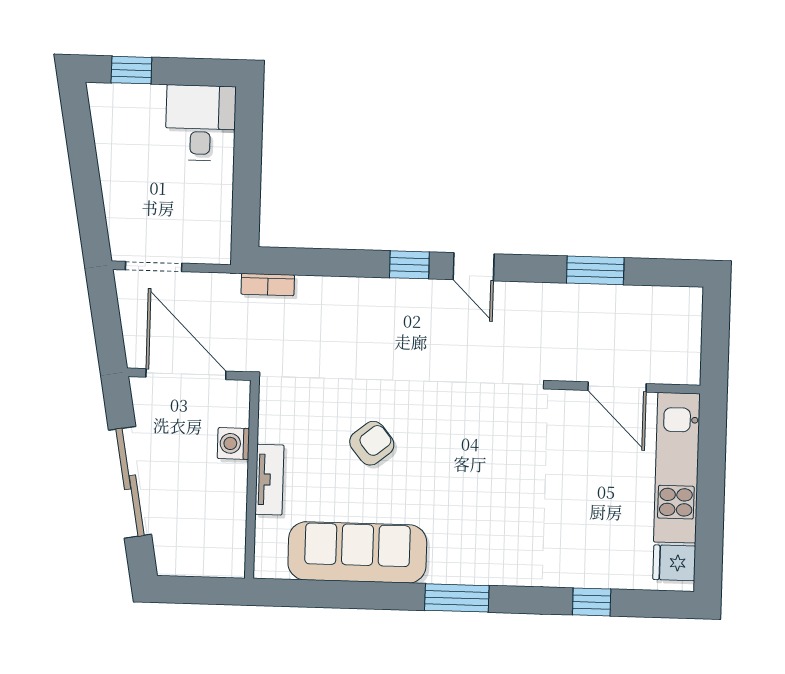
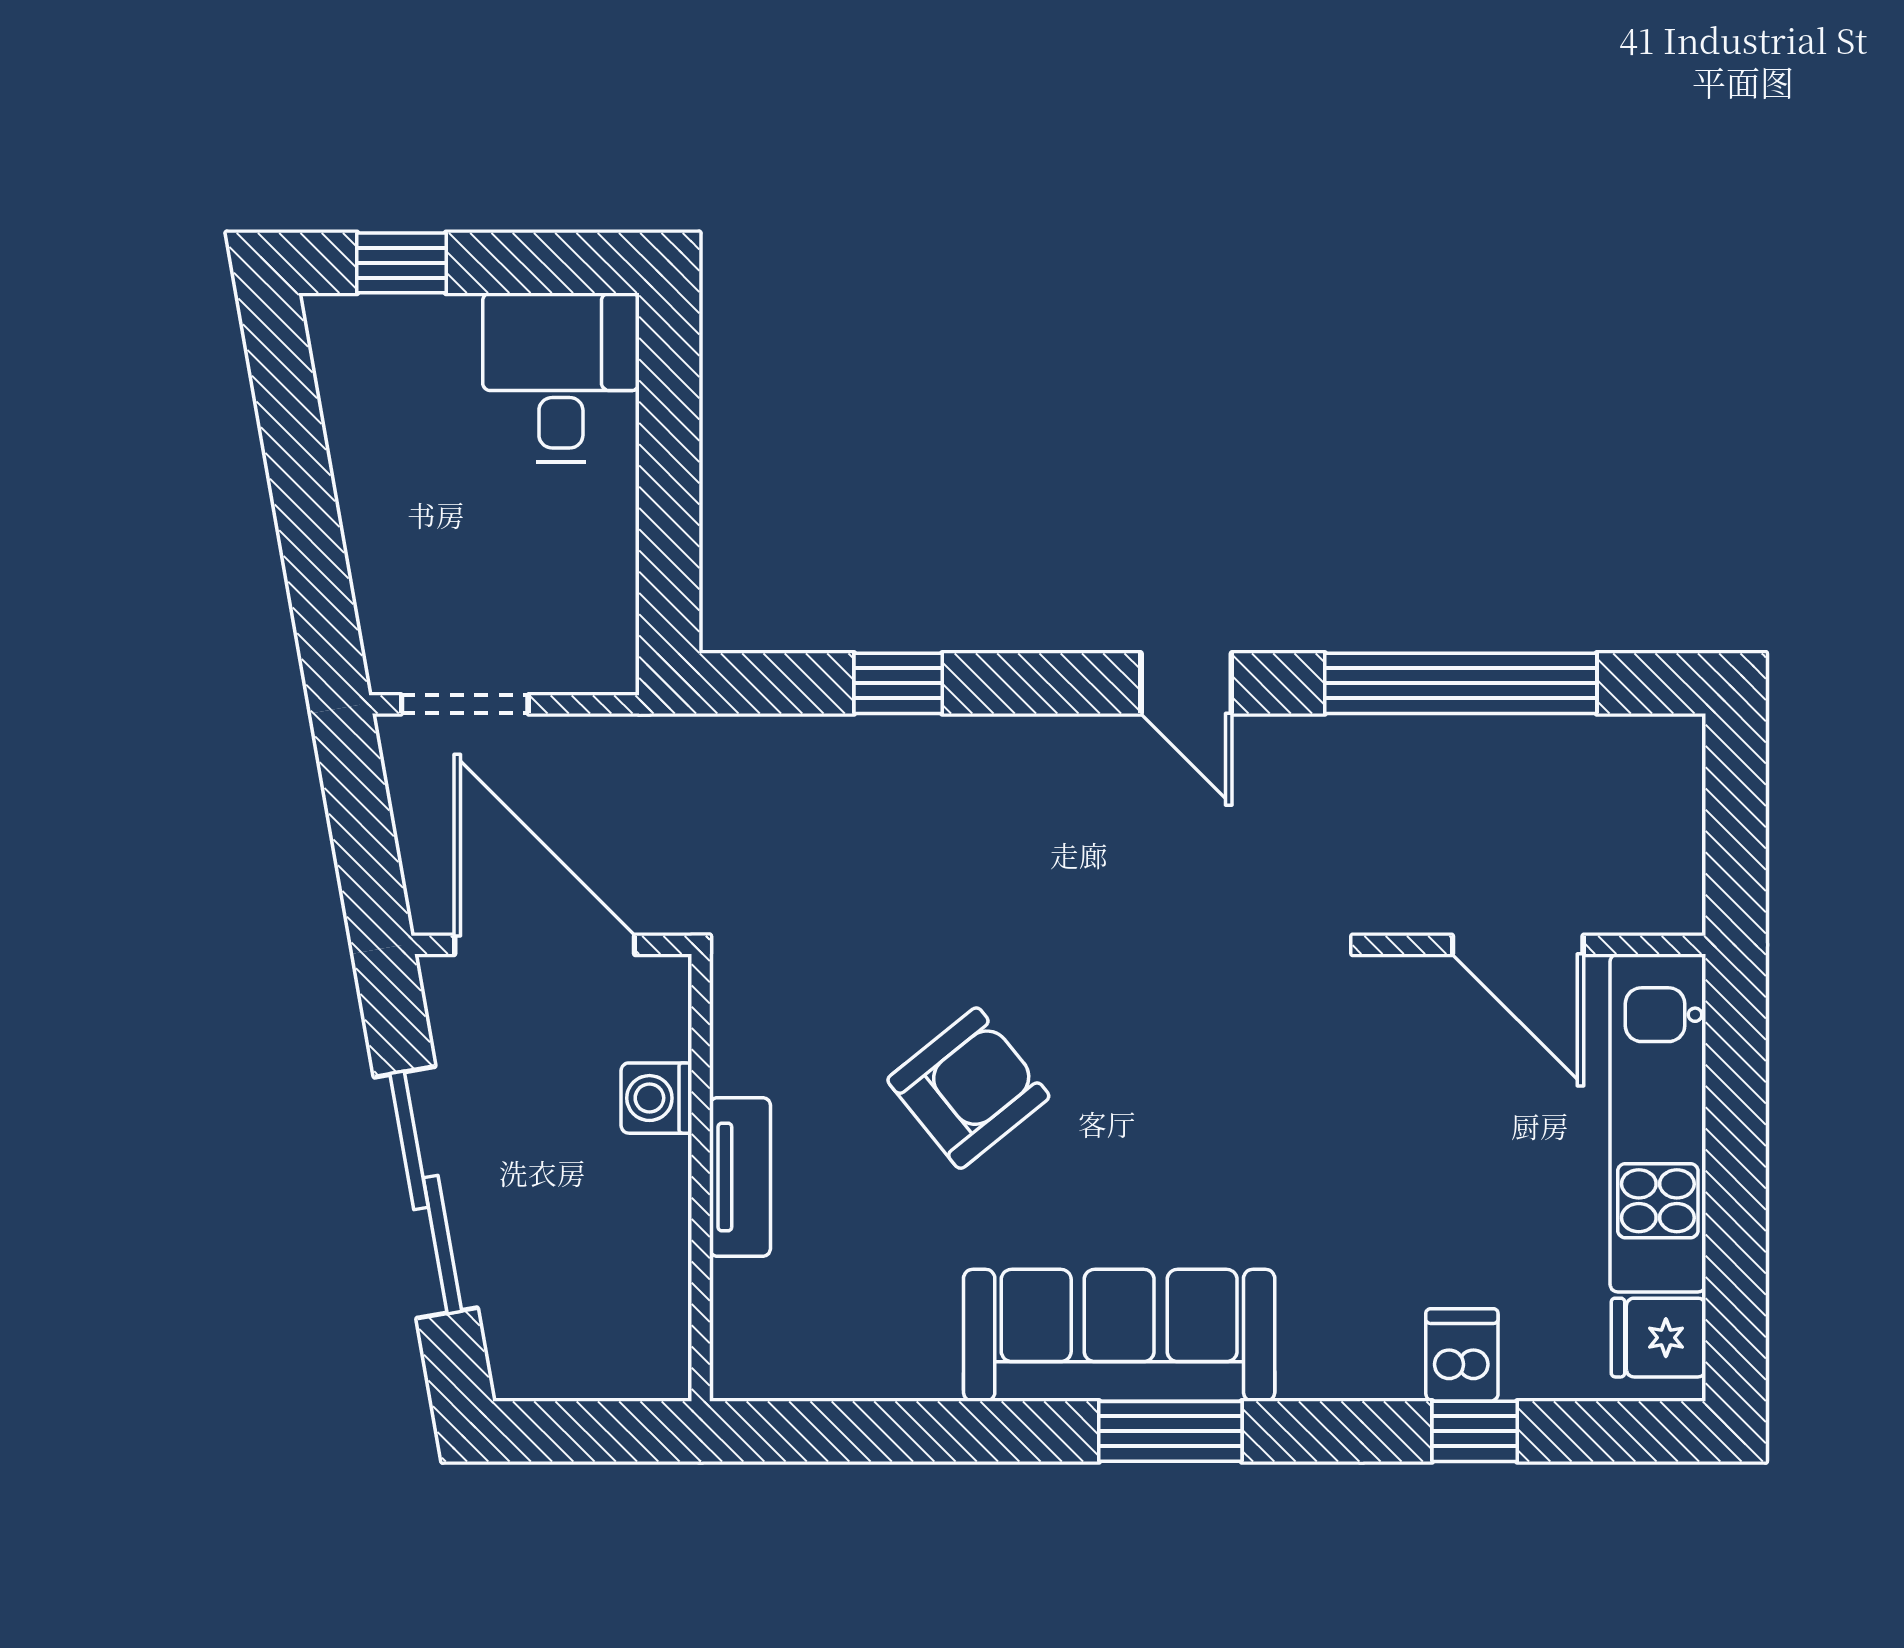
window: (409, 265) -> (898, 683), moved
window: (595, 270) -> (1461, 683), width x2.11
bookcase: (268, 285) -> (723, 737), removed
armchair: (372, 443) -> (968, 1088), width x1.38, depth x1.38
sofa: (357, 552) -> (1119, 1335), moved
dishwasher: (587, 568) -> (1462, 1355), added

